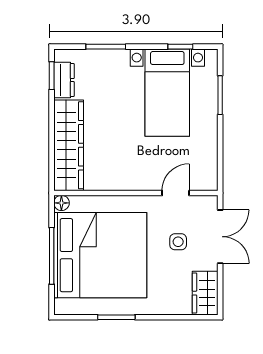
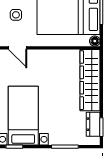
door: (176, 193) -> (18, 48), hinge flipped

